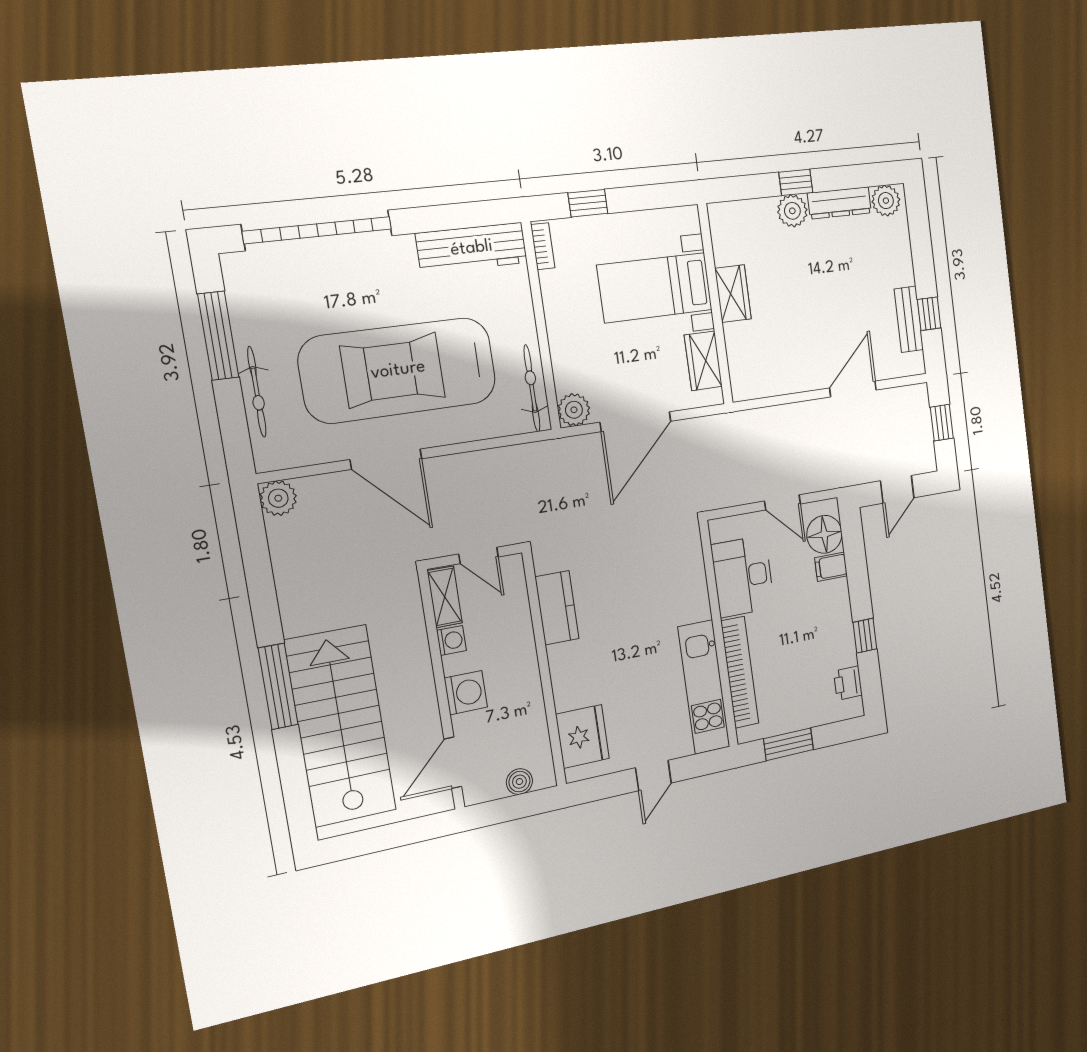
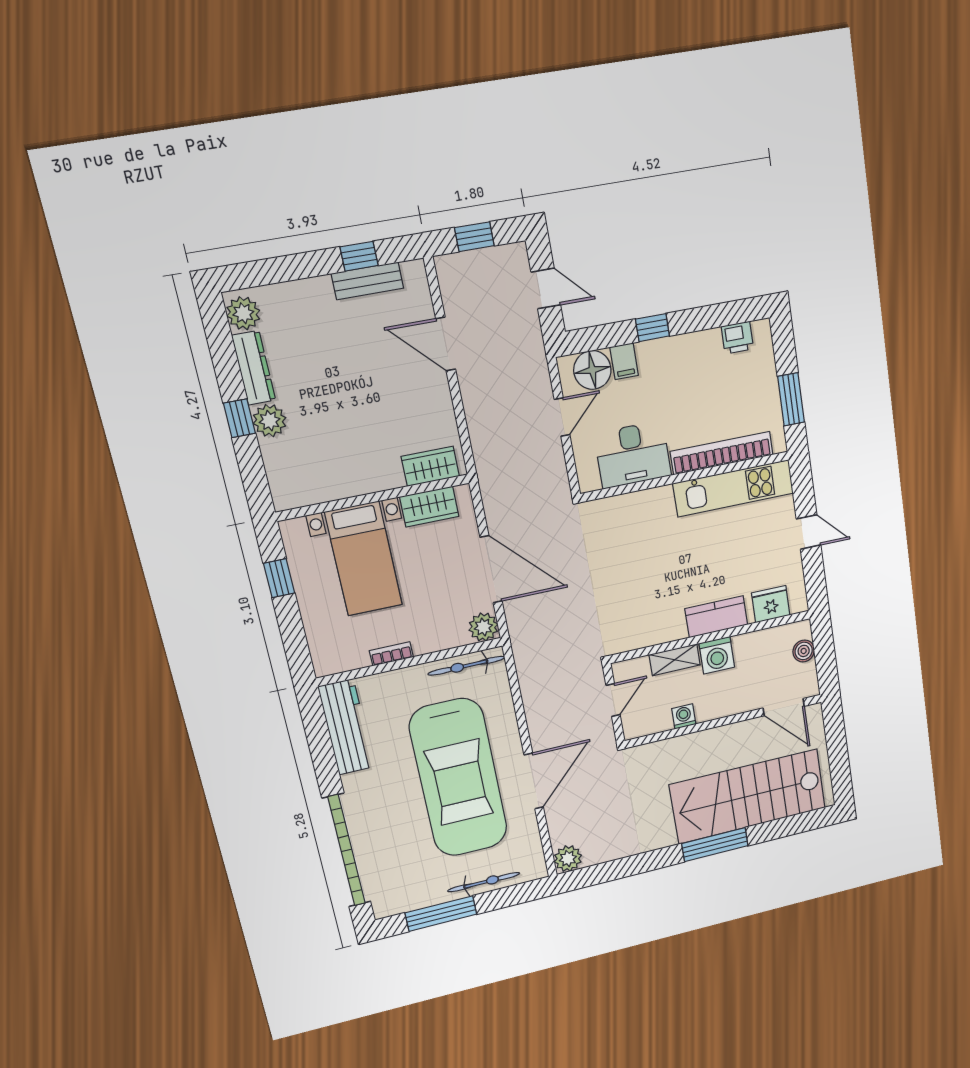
window: (588, 203) -> (279, 578), moved
bookcase: (543, 246) -> (391, 654), moved
wardrobe: (733, 294) -> (430, 466), moved
shelving: (445, 597) -> (675, 660), moved
kitchen counter: (557, 608) -> (716, 617), moved
window: (865, 636) -> (653, 328), moved
washing machine: (466, 693) -> (717, 655), moved, turned 180
fridge: (582, 736) -> (771, 604), width x0.73, depth x0.75

